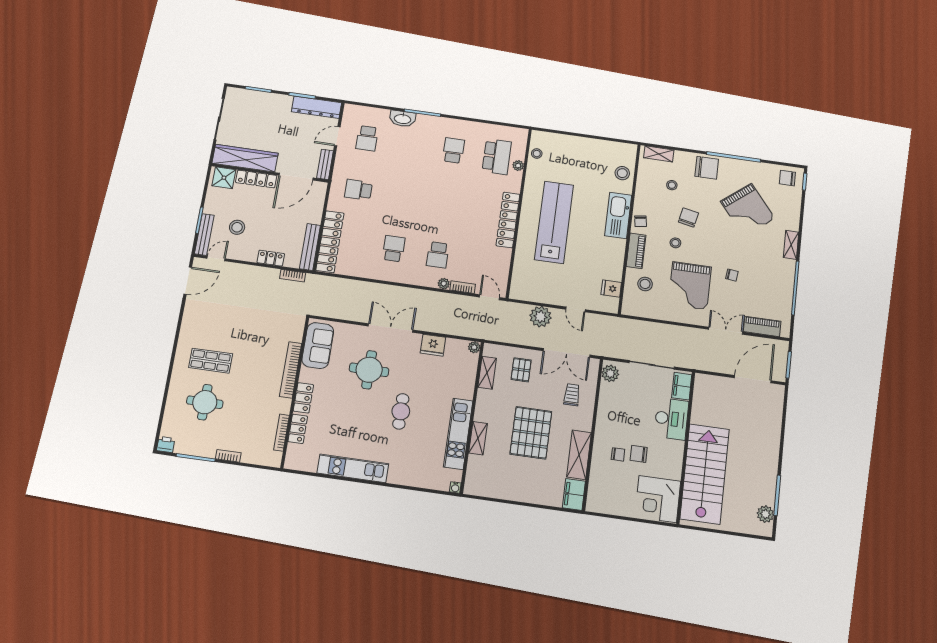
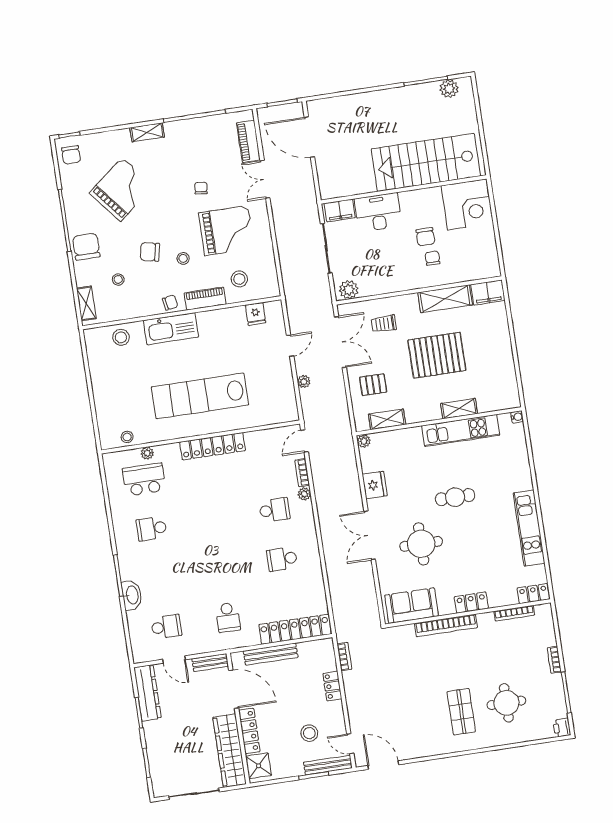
bench: (310, 247) -> (271, 654), moved
plant: (540, 317) -> (304, 382), width x0.53, depth x0.53
locker: (298, 429) -> (533, 594), moved

